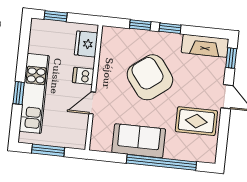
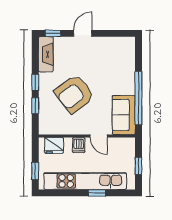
kitchen unit: (34, 93) -> (85, 181), width x1.36
rug: (196, 121) -> (104, 55), removed
sofa: (139, 141) -> (124, 115), moved
window: (48, 150) -> (138, 166), width x0.67
window: (161, 162) -> (138, 98), moved

